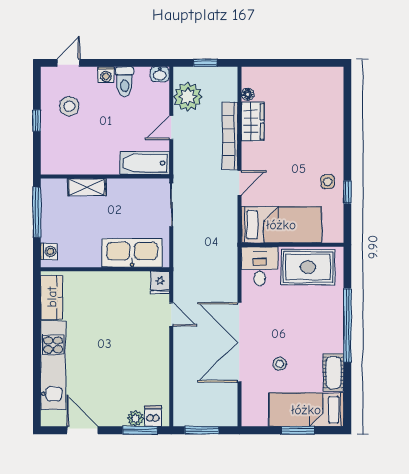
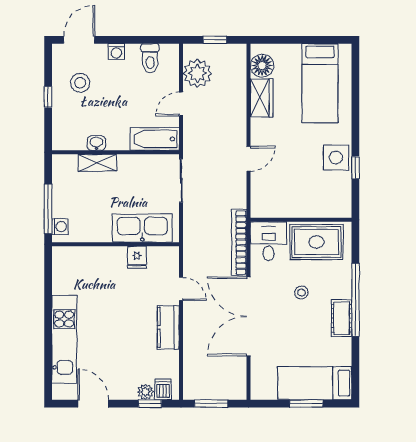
door: (68, 63) -> (79, 40), width x1.38
washbasin: (160, 74) -> (96, 143), moved, turned 180
toilet: (125, 82) -> (150, 58), moved
floor lamp: (248, 94) -> (262, 66), width x1.89, depth x1.89
bookcase: (230, 136) -> (239, 243), moved
side table: (328, 182) -> (336, 157), width x1.87, depth x1.87
window: (37, 212) -> (48, 209), moved
bed: (281, 225) -> (320, 83), moved, turned 90
fridge: (160, 283) -> (137, 257), moved
kitchen counter: (52, 297) -> (168, 327), moved, turned 180
stool: (280, 364) -> (301, 293), moved
cot: (333, 373) -> (342, 318), moved
window: (140, 430) -> (150, 404), width x0.67

